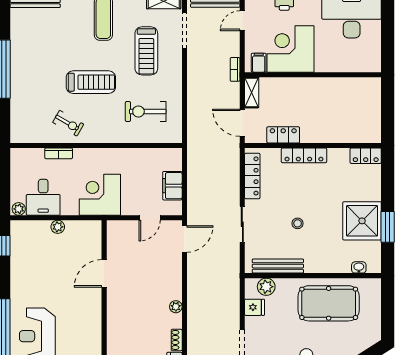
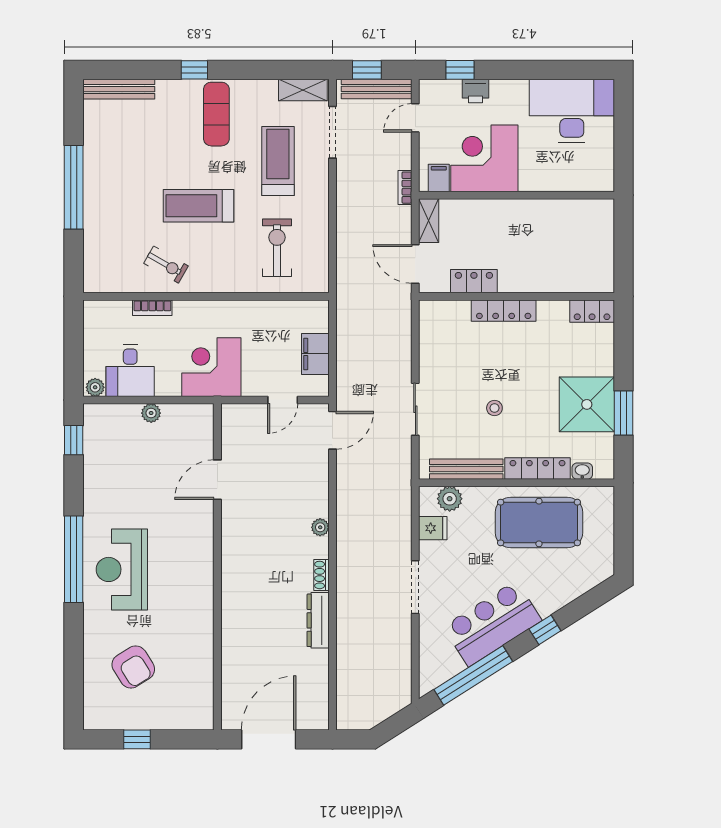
treadmill: (146, 51) -> (278, 161), turned 180
treadmill: (91, 82) -> (198, 206), turned 180
exercise bike: (146, 111) -> (277, 248), turned 90
locker: (252, 176) -> (538, 469), moved, turned -90

